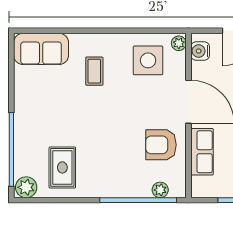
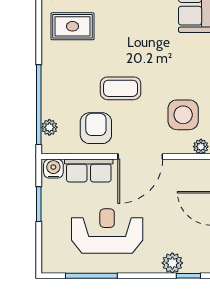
water cooler: (200, 51) -> (53, 169), moved
coffee table: (94, 71) -> (121, 88), moved, width x1.36, depth x1.30

